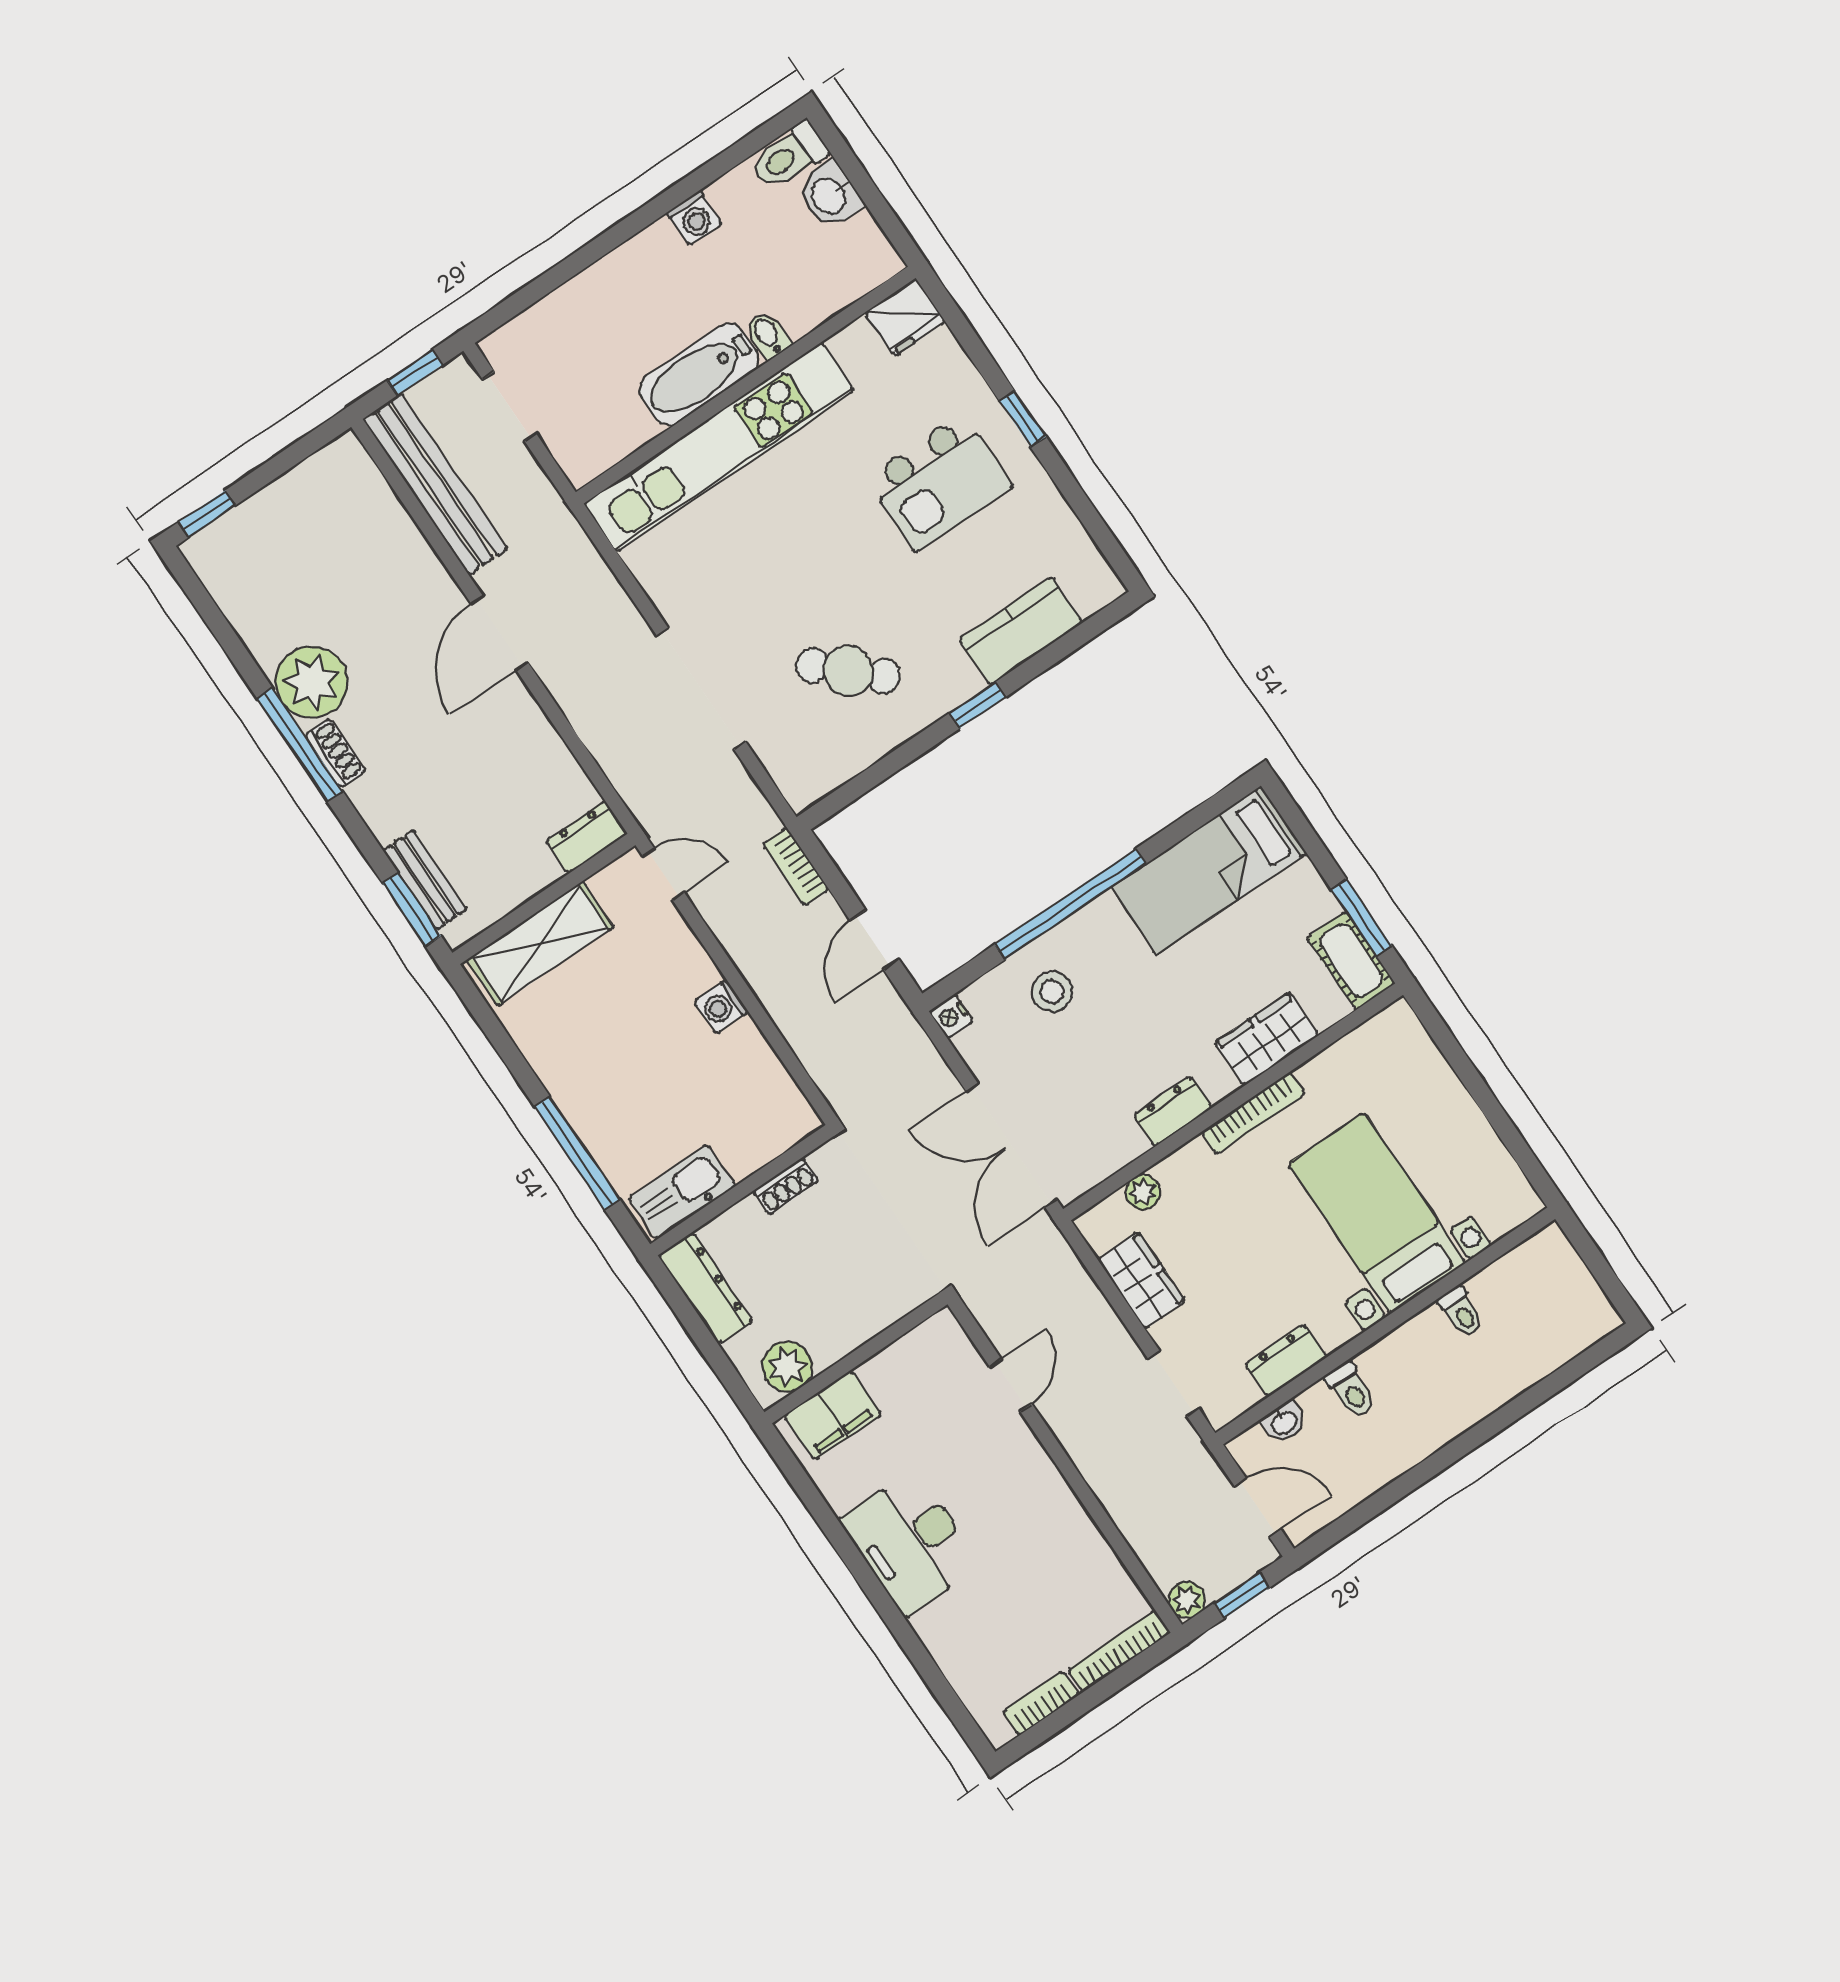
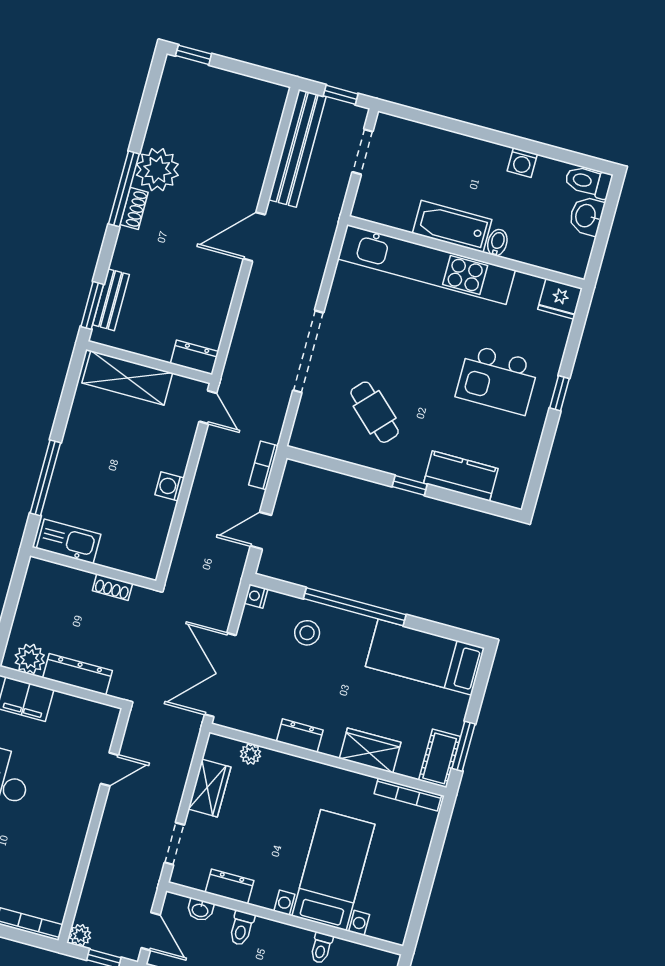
bookcase: (1253, 1113) -> (408, 794), moved
dresser: (705, 1288) -> (77, 674), moved, turned -90

